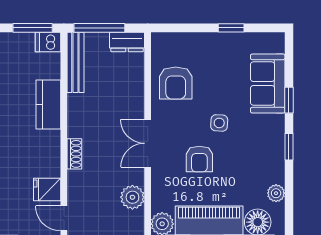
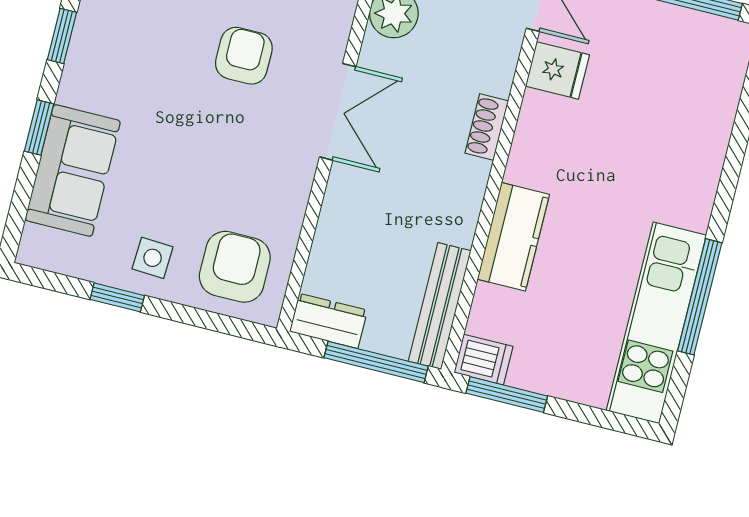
armchair: (176, 83) -> (235, 267), moved
side table: (219, 123) -> (153, 258), moved

